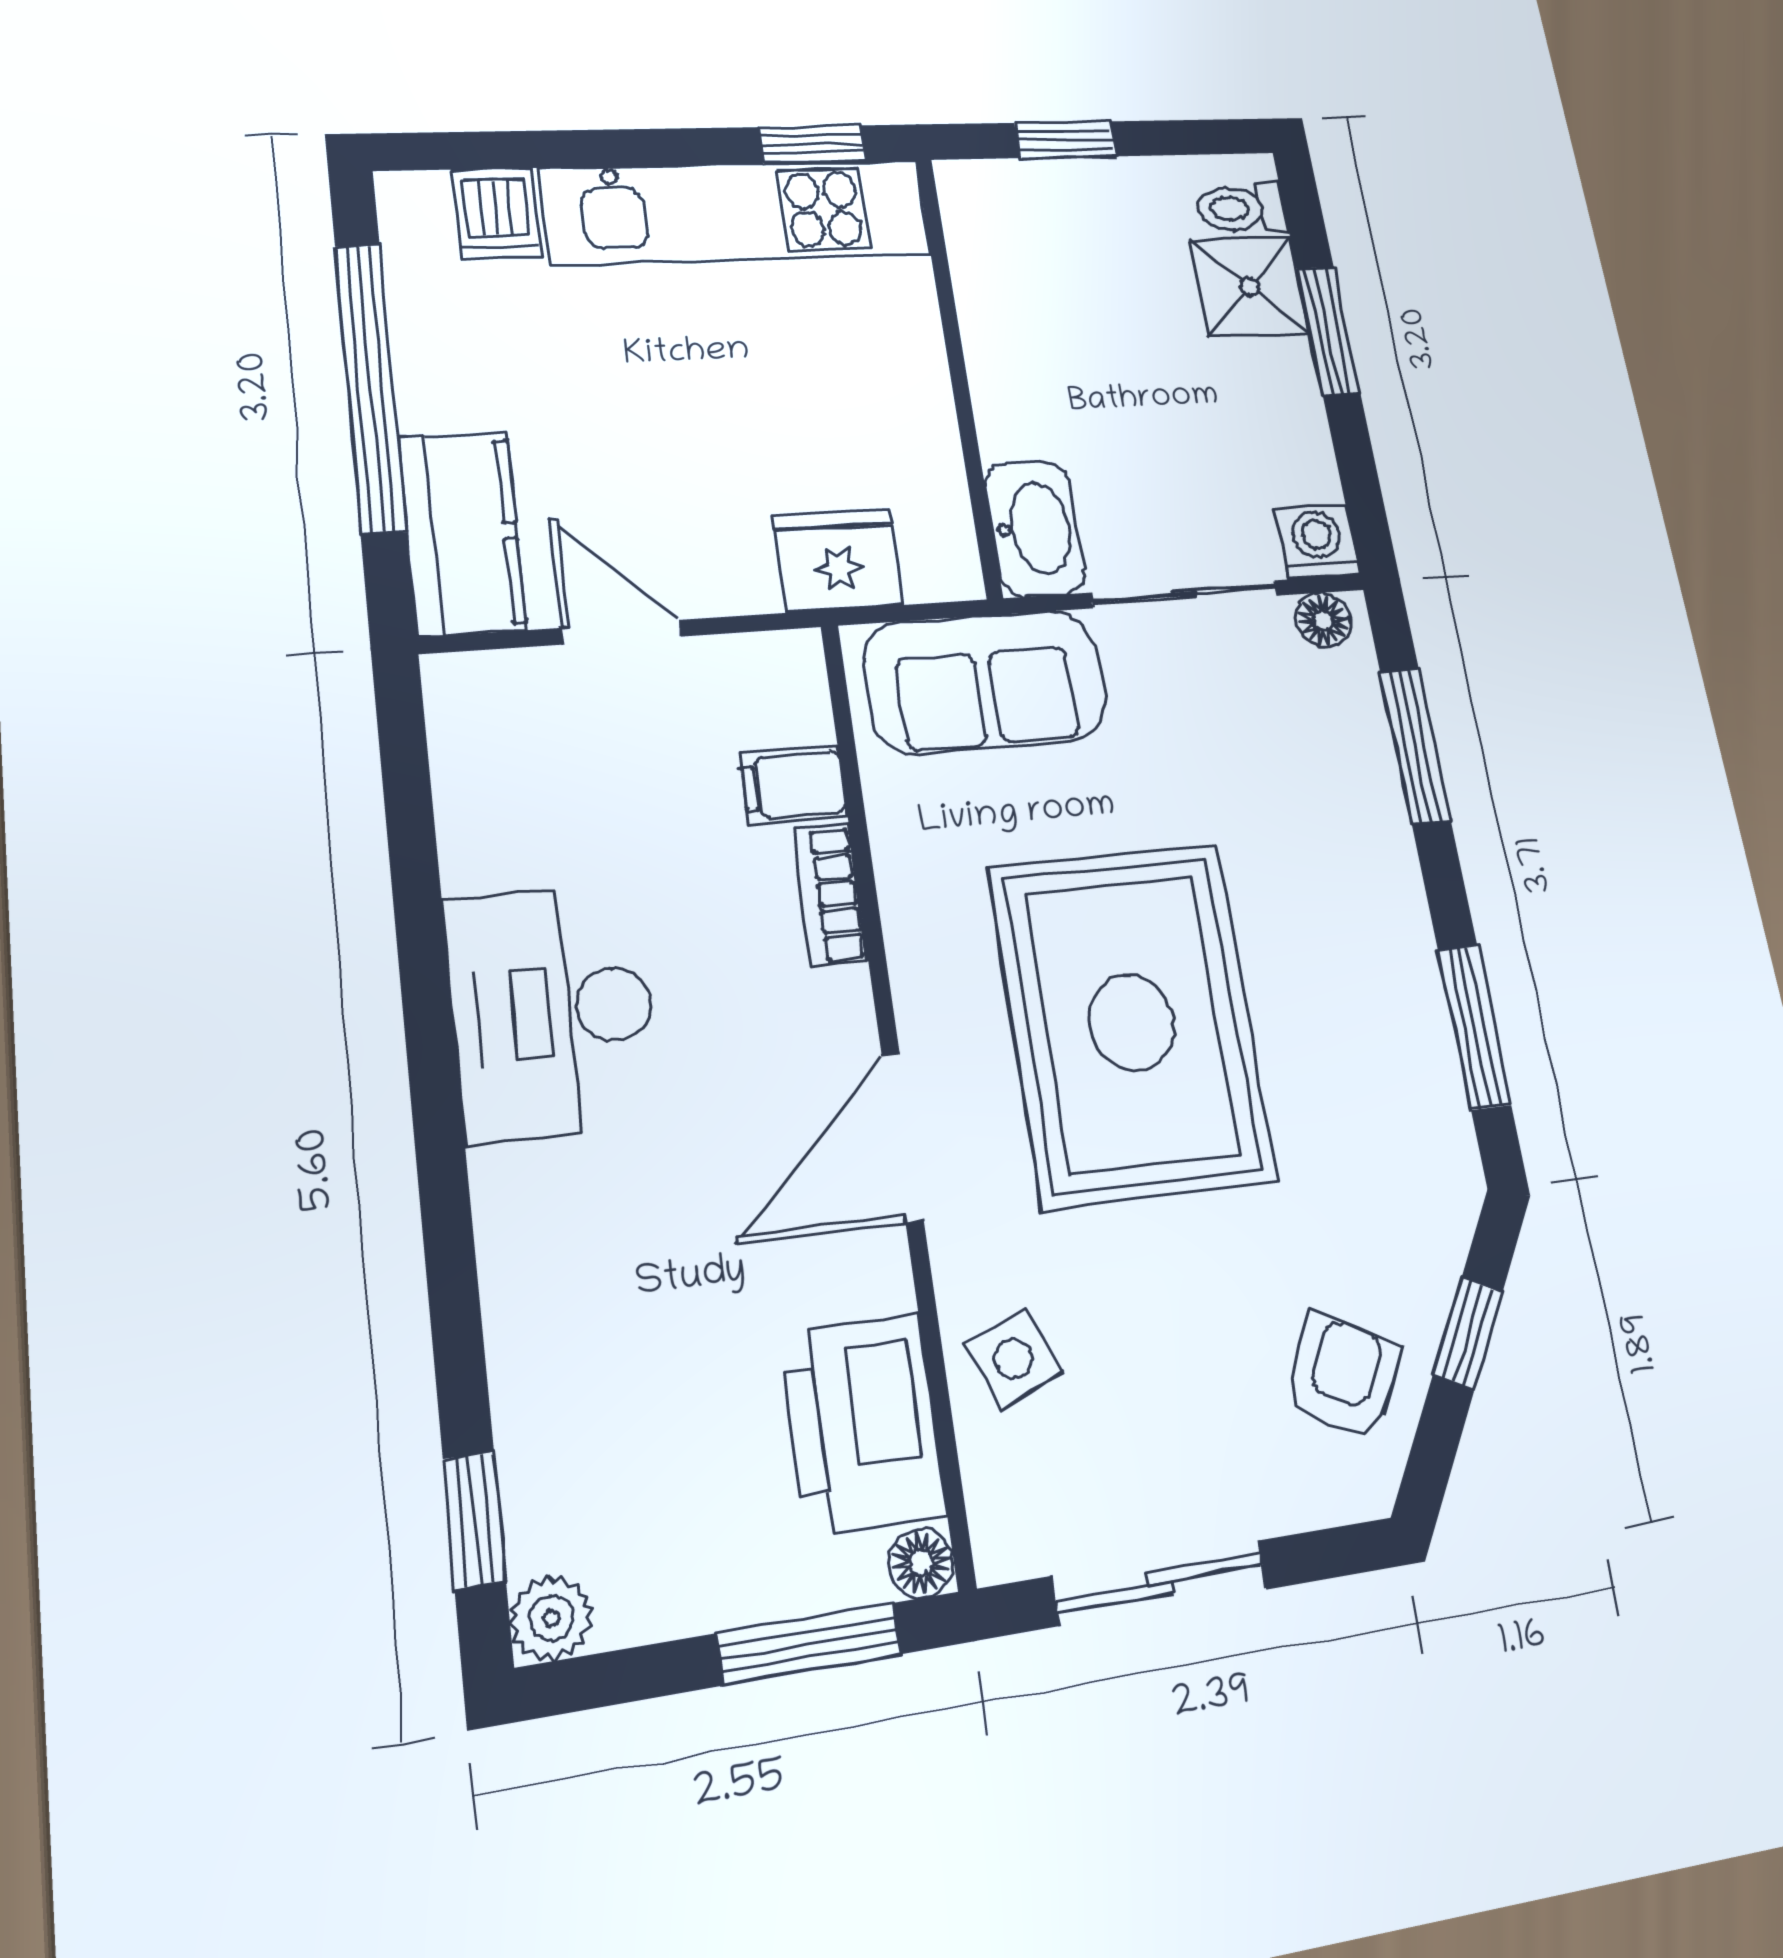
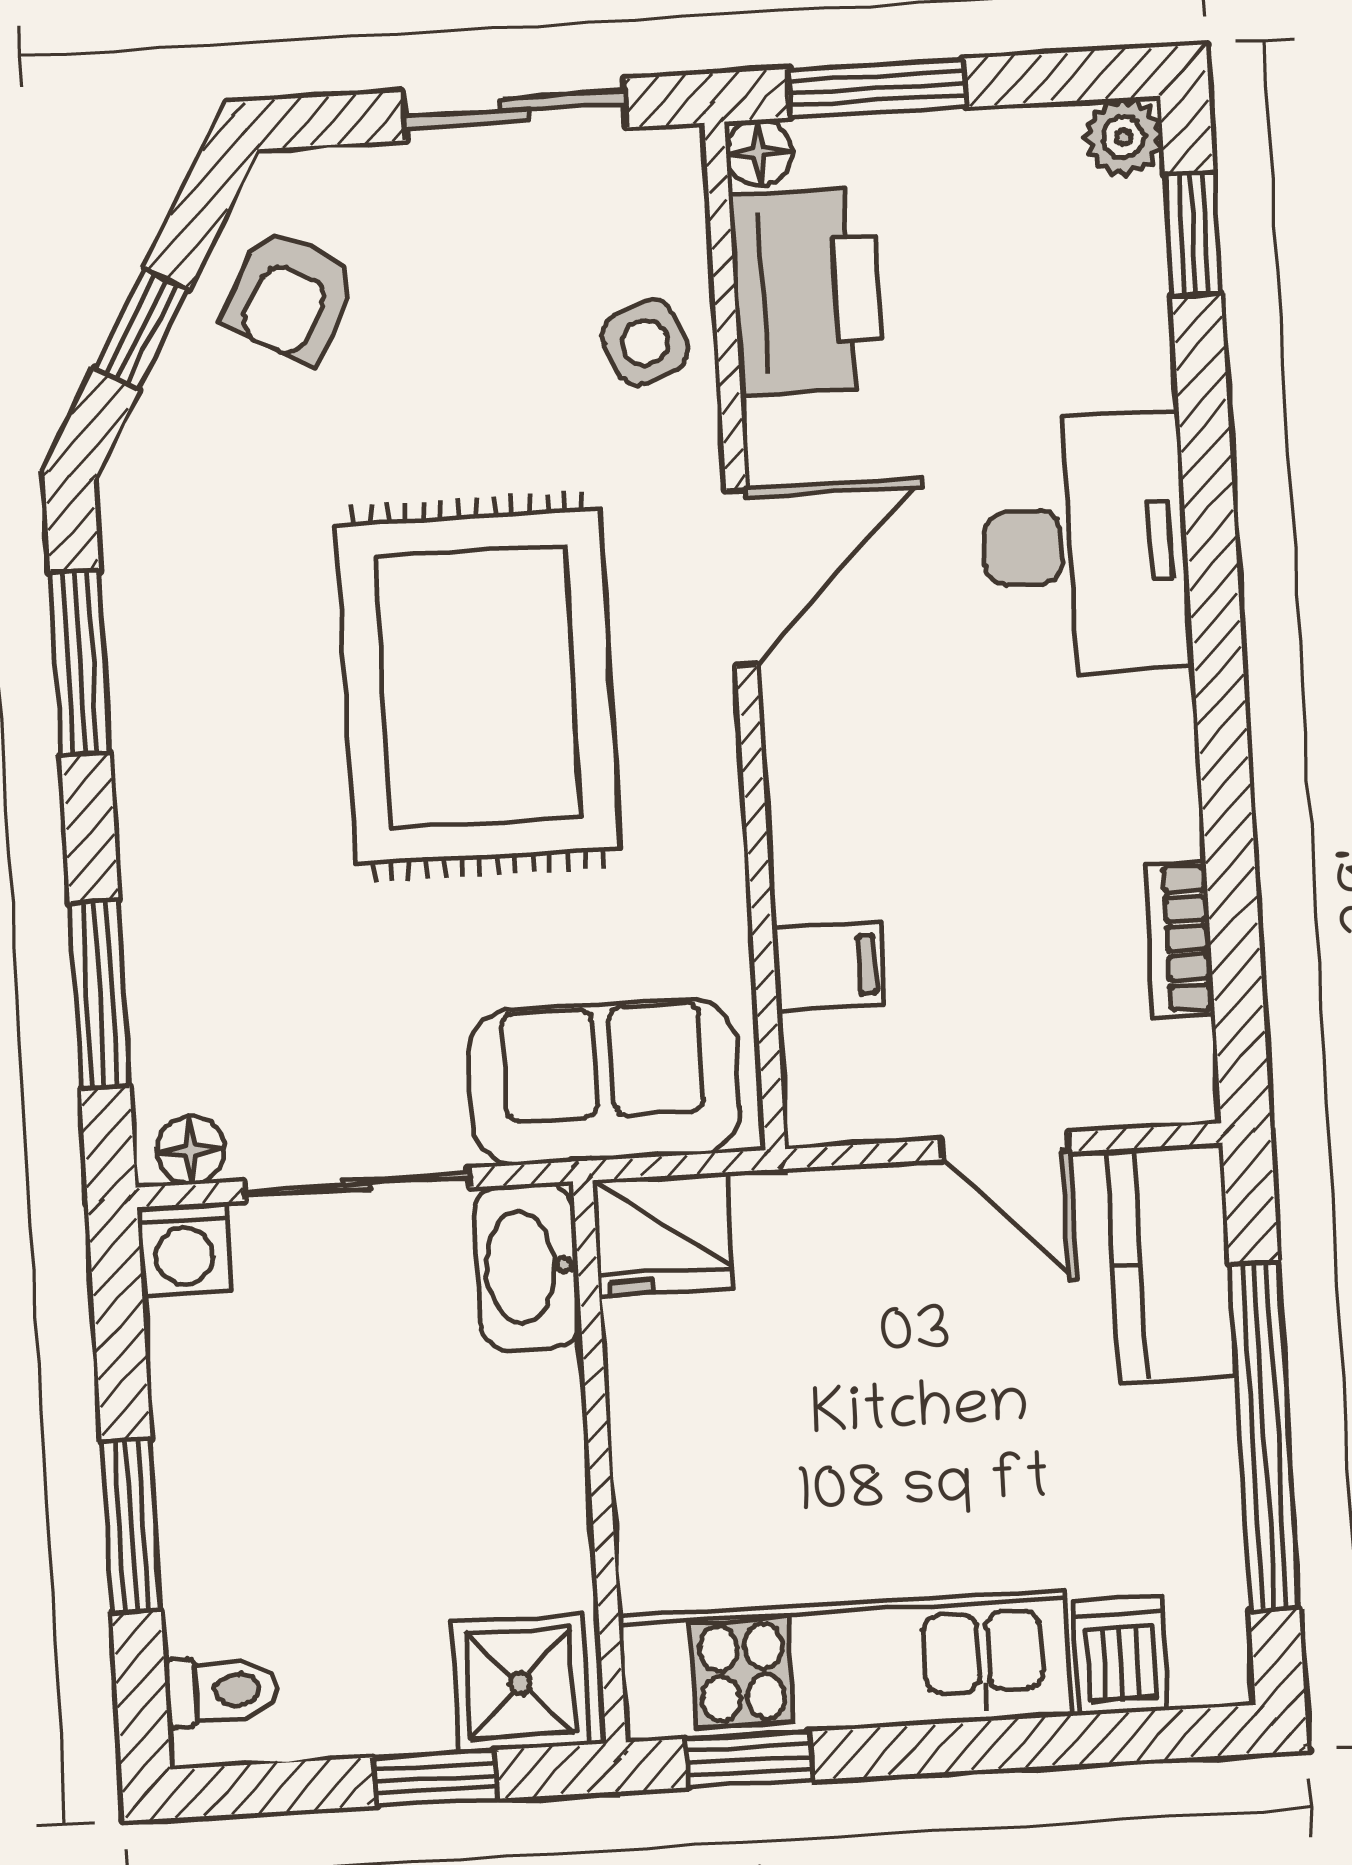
shower: (1250, 287) -> (520, 1683), moved
fridge: (838, 561) -> (663, 1234), moved
bookcase: (830, 894) -> (1180, 939), moved, turned 180
desk: (553, 1011) -> (1086, 544), moved

